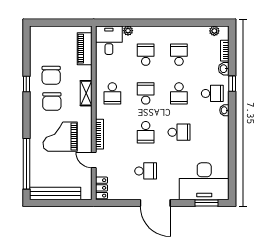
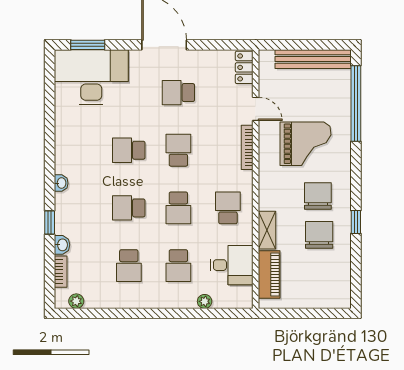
desk: (109, 40) -> (231, 265), moved, turned -90
shelving: (86, 93) -> (267, 230), moved
school desk: (179, 93) -> (129, 208), turned -90
school desk: (212, 93) -> (79, 208), removed

